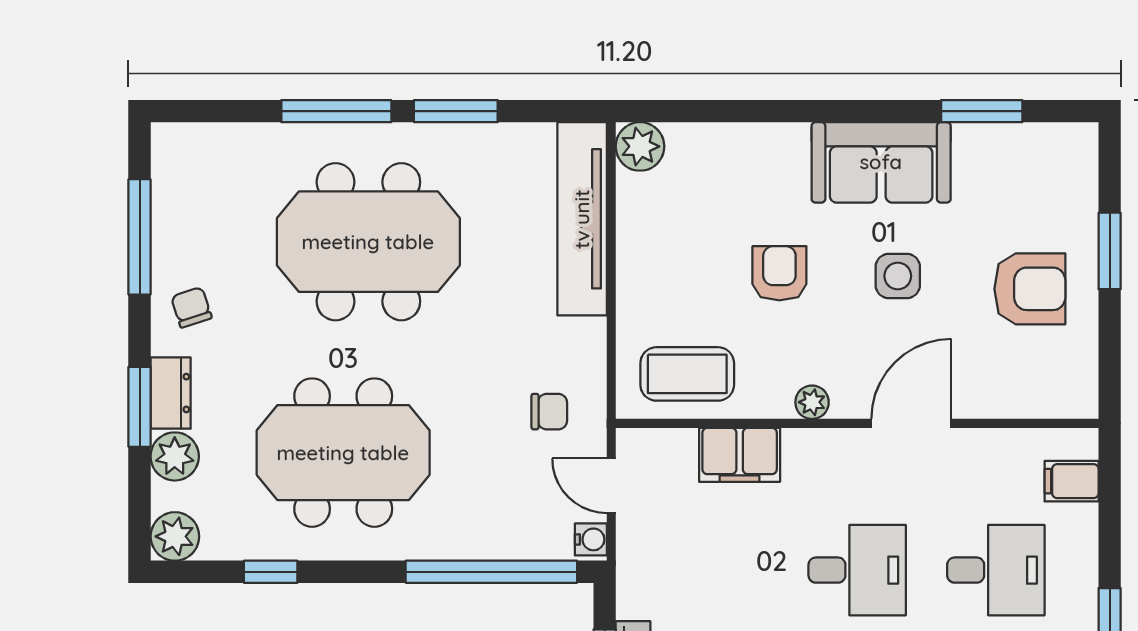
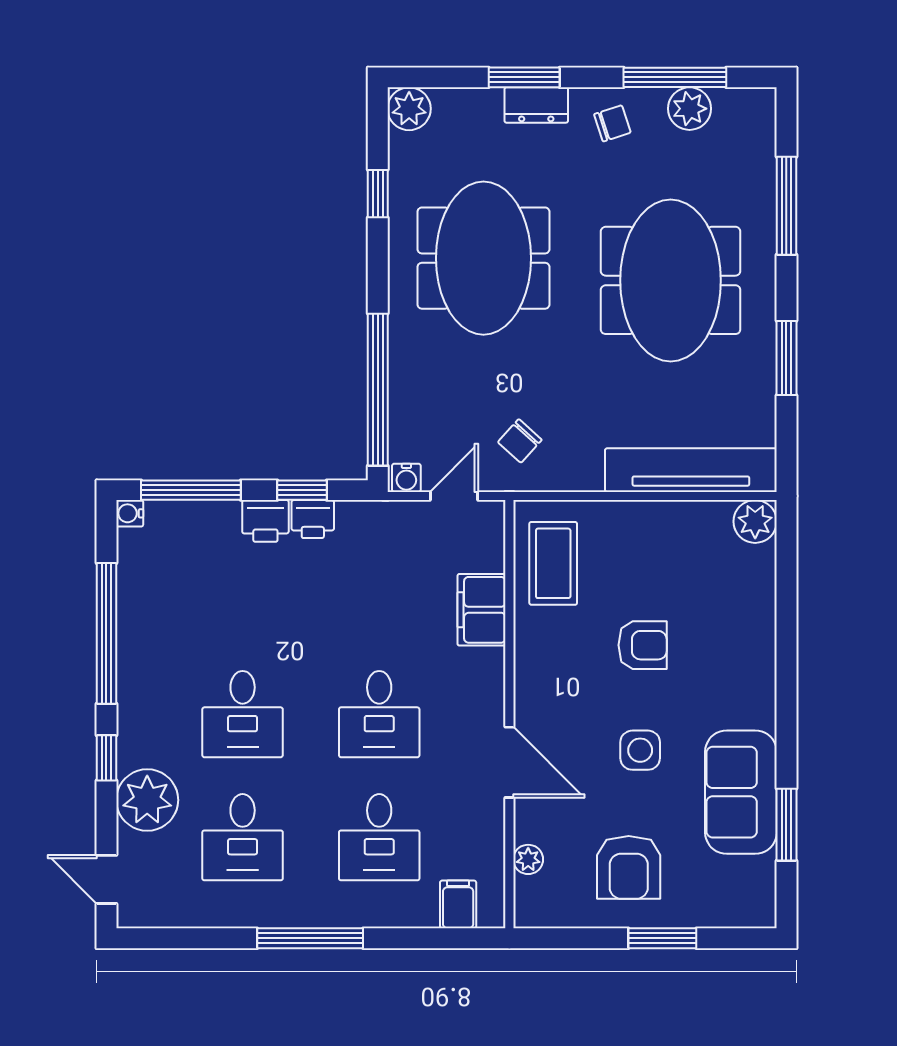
window: (336, 111) -> (786, 206), moved
sofa: (881, 162) -> (741, 792), moved
plant: (812, 402) -> (528, 859), moved
chair: (549, 412) -> (520, 441), turned 42
plant: (175, 456) -> (690, 109), moved

